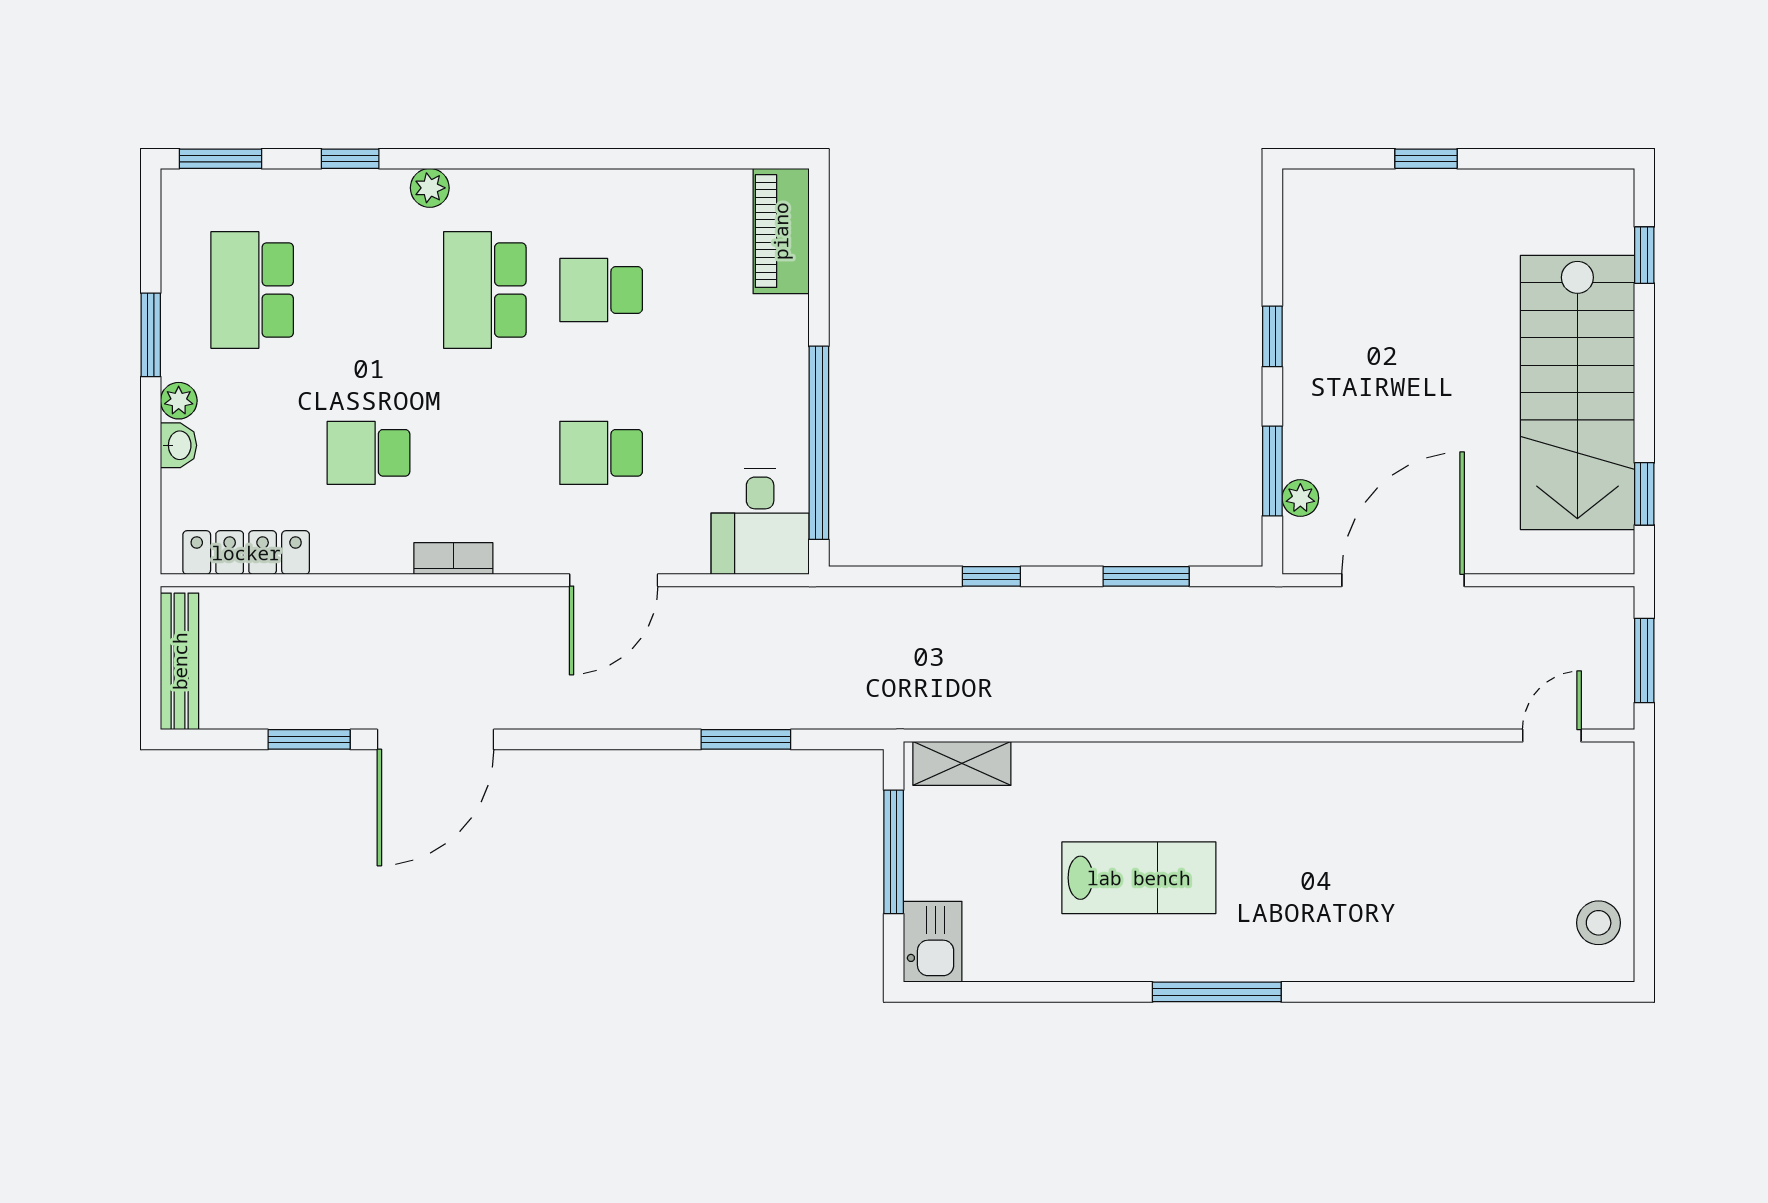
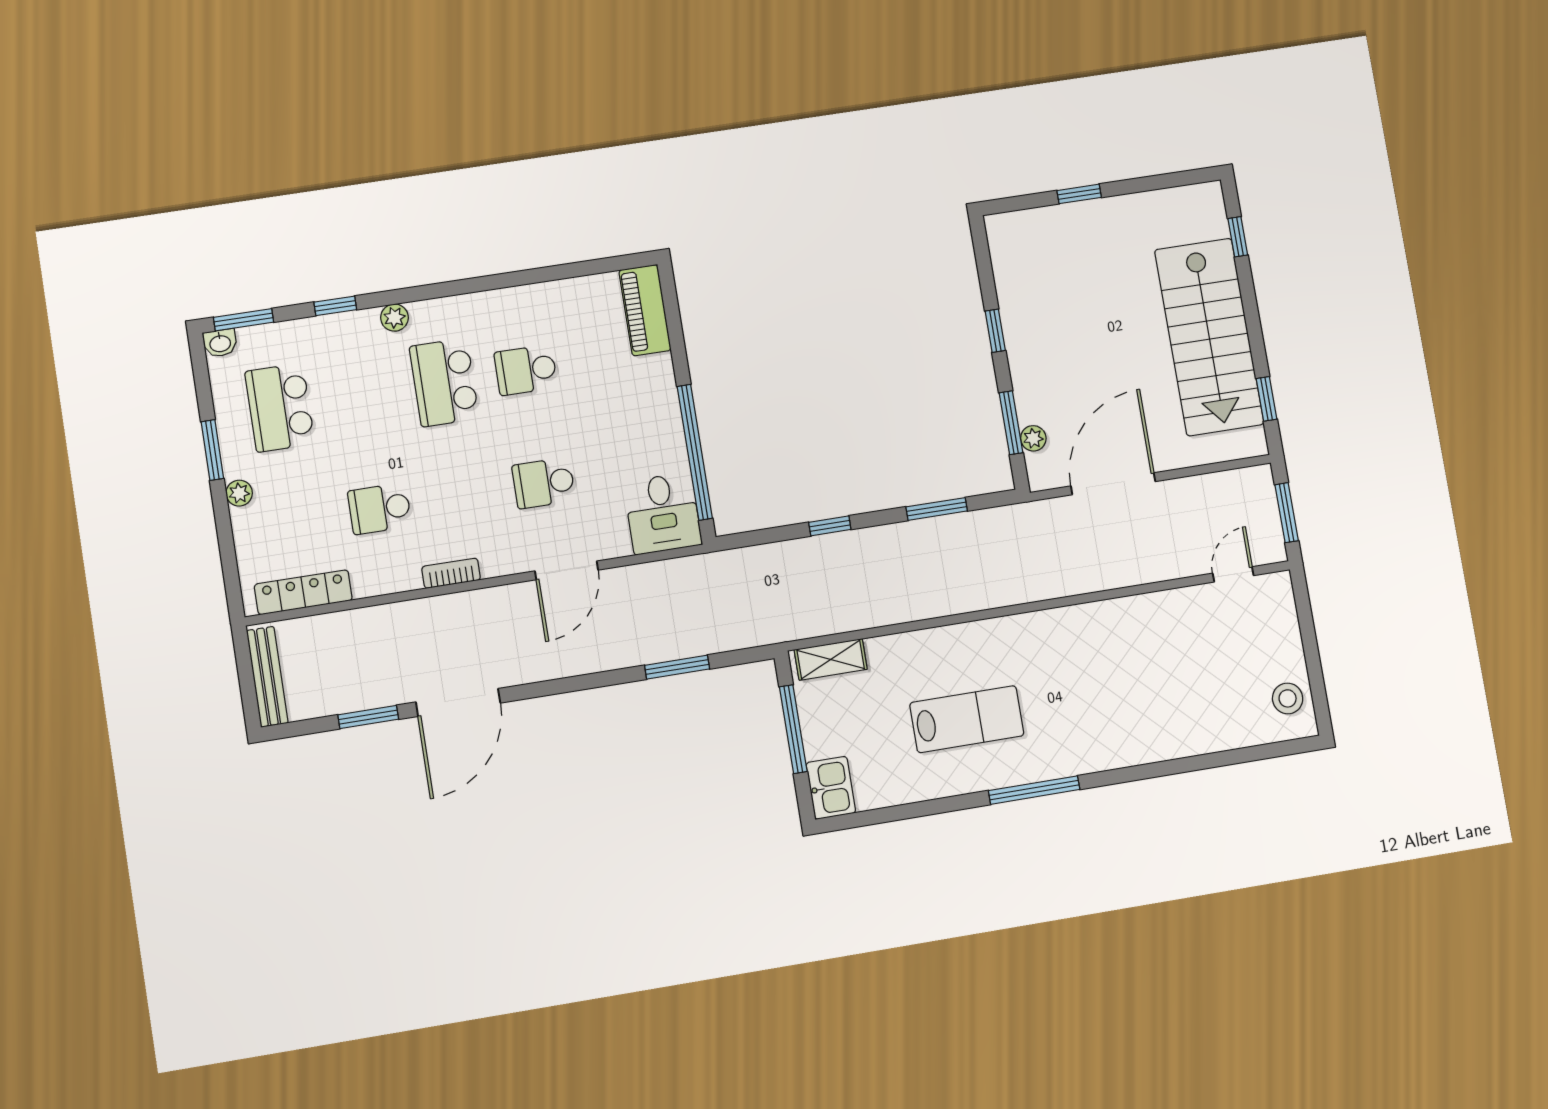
washbasin: (179, 445) -> (220, 343), moved, turned 90

